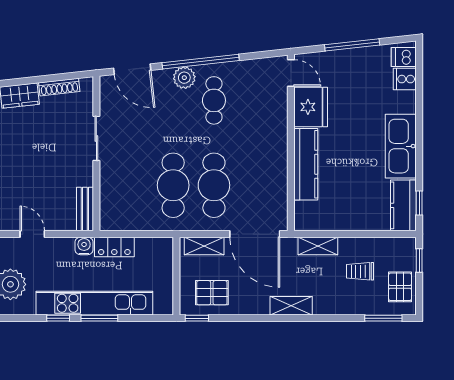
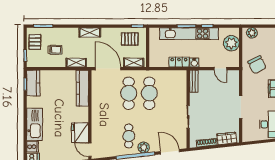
kitchen sink: (401, 146) -> (34, 124), moved
kitchen counter: (306, 164) -> (82, 88), moved

